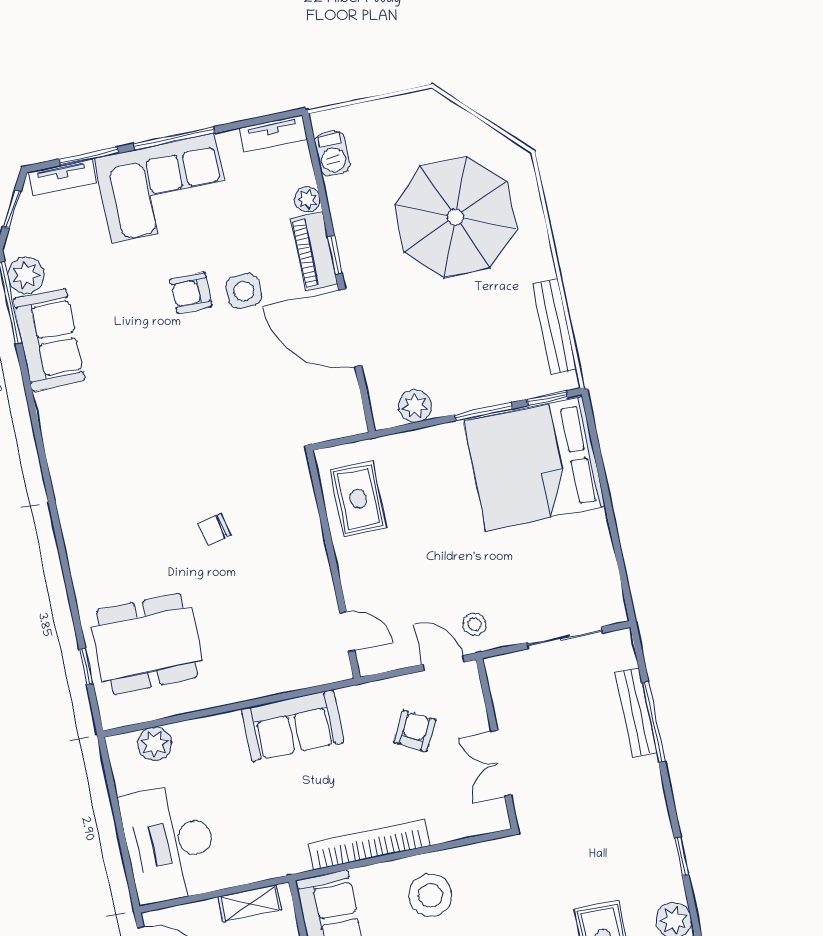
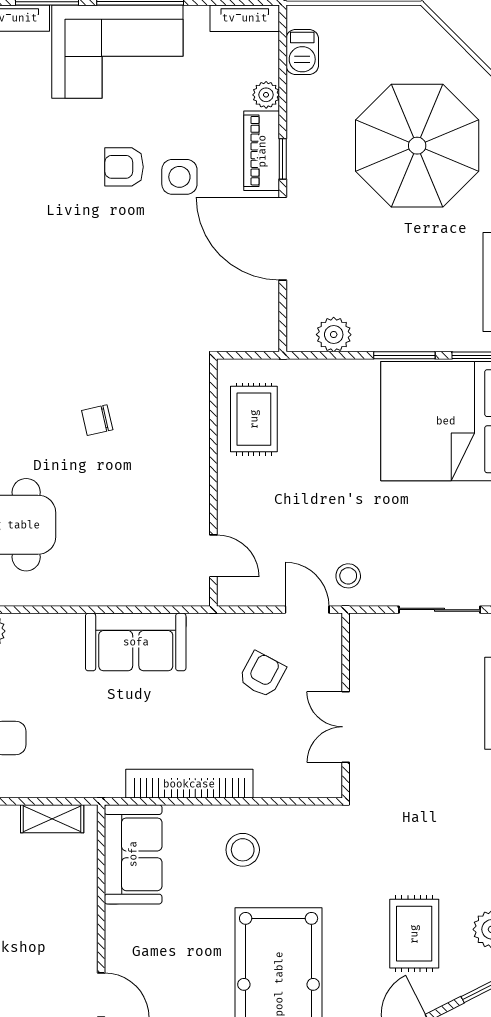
stool: (430, 895) -> (243, 850), width x0.73, depth x0.73

